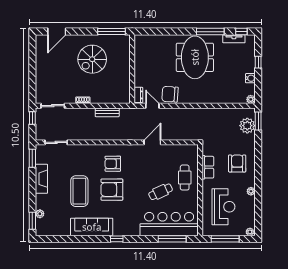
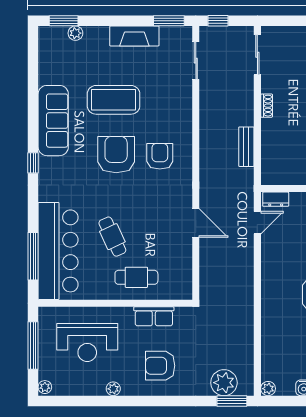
chair: (170, 94) -> (277, 252), removed
window: (32, 118) -> (218, 21), moved
armchair: (237, 163) -> (160, 366), turned 180

